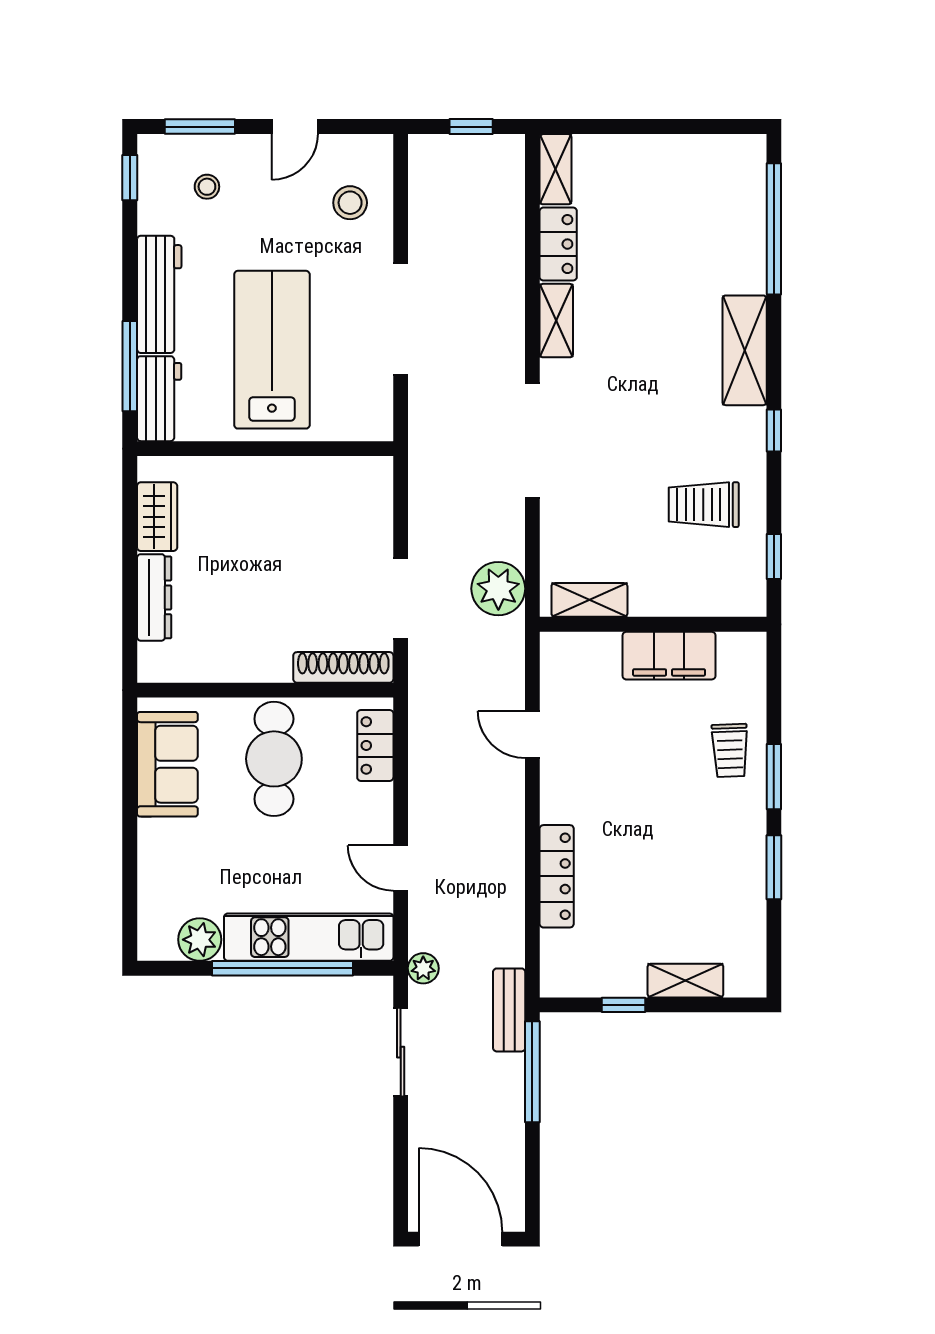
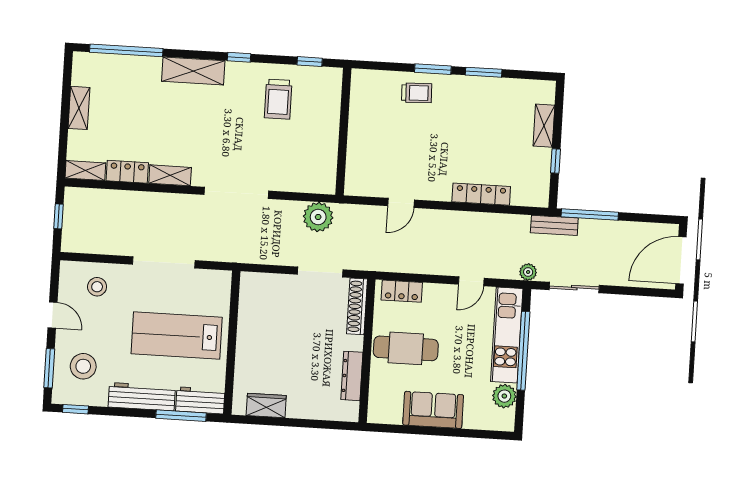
stool: (207, 187) -> (83, 366), width x1.89, depth x1.89
dresser: (154, 597) -> (352, 376), moved, turned -90
shelving: (589, 600) -> (79, 108), moved
filing cabinet: (669, 656) -> (361, 124), removed
sofa: (167, 764) -> (433, 410), moved

